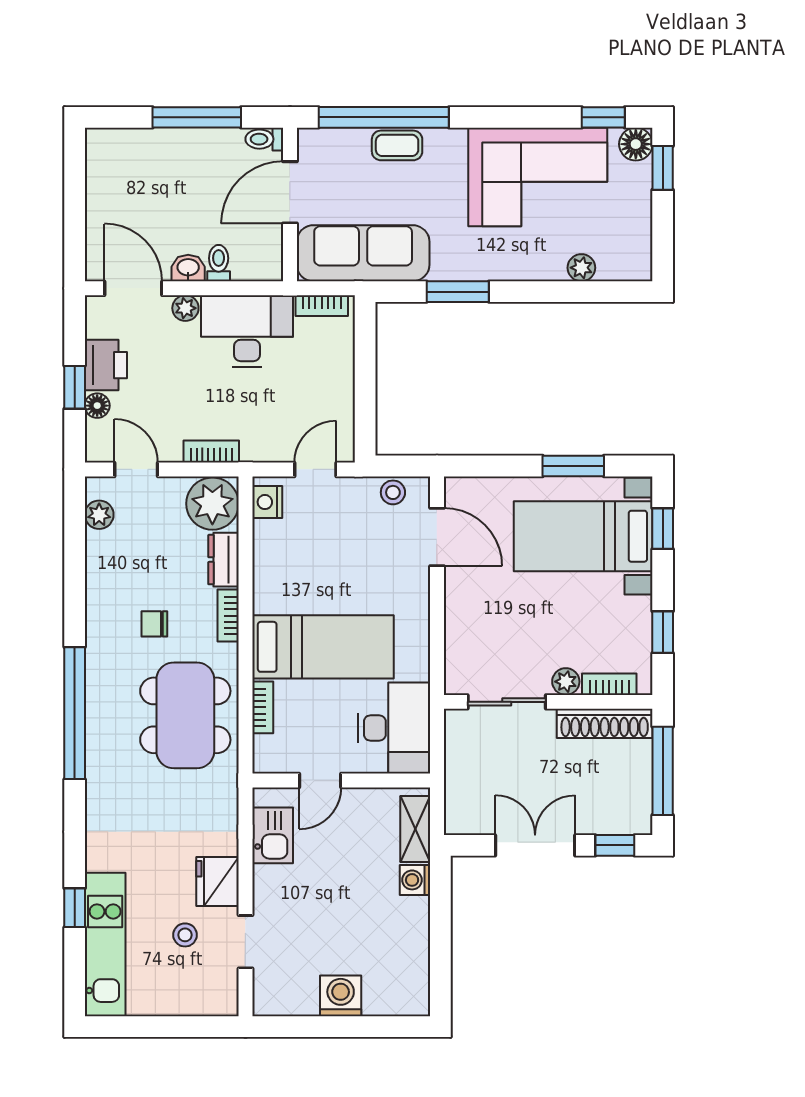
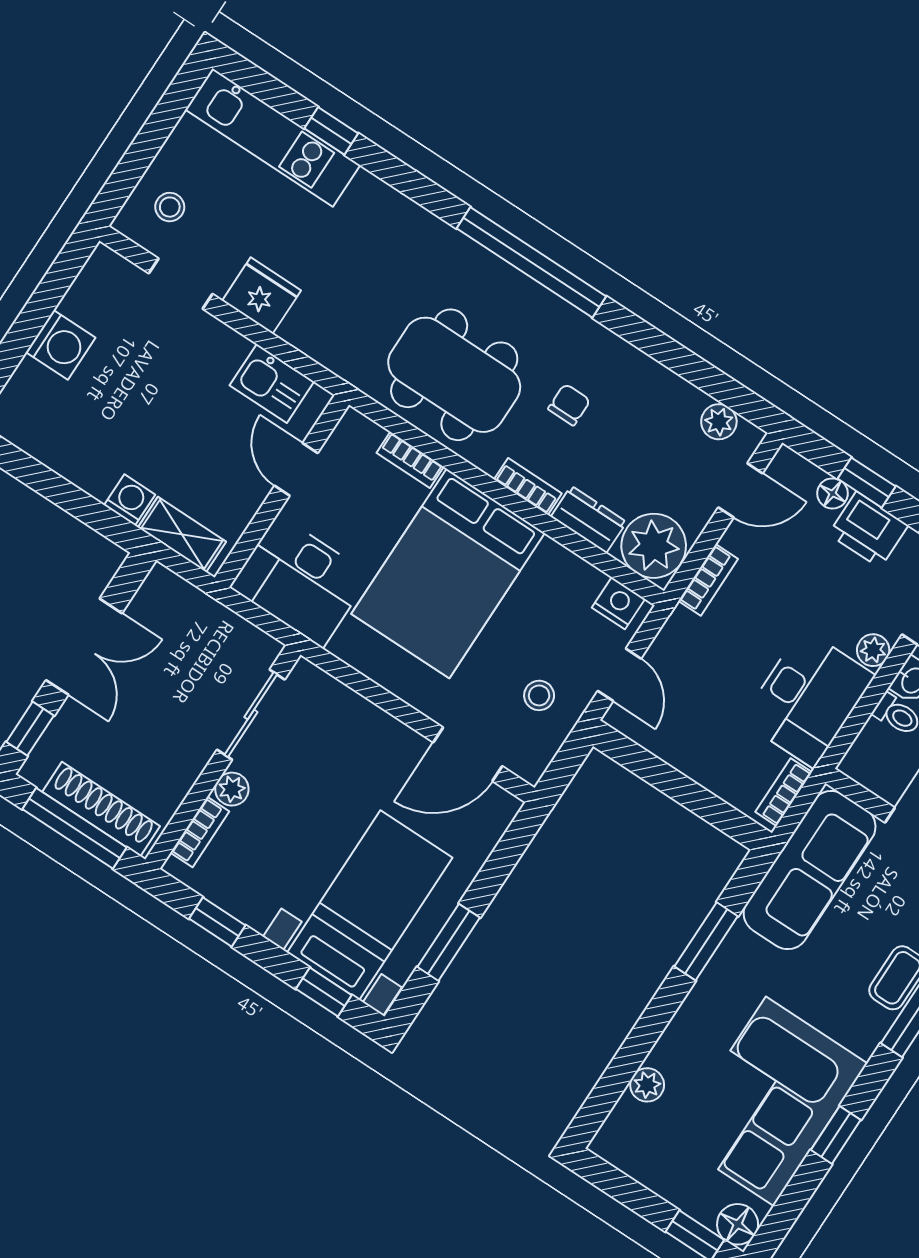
window: (603, 117) -> (836, 1135), moved
stool: (393, 492) -> (539, 695), moved
bed: (323, 647) -> (448, 574), width x1.50
shoe rack: (605, 723) -> (101, 809), moved, turned 90
stool: (185, 935) -> (170, 207), moved

